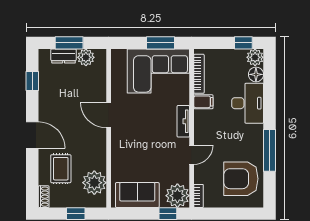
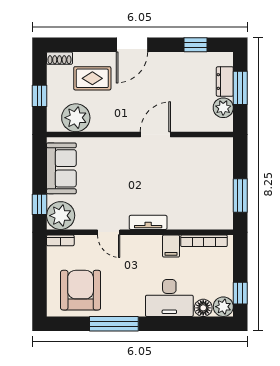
corner sofa: (158, 71) -> (207, 193), removed

